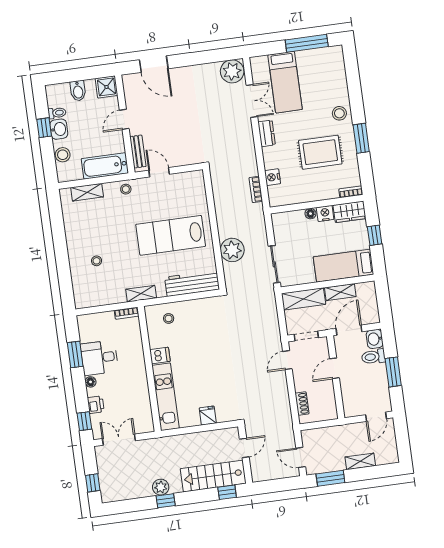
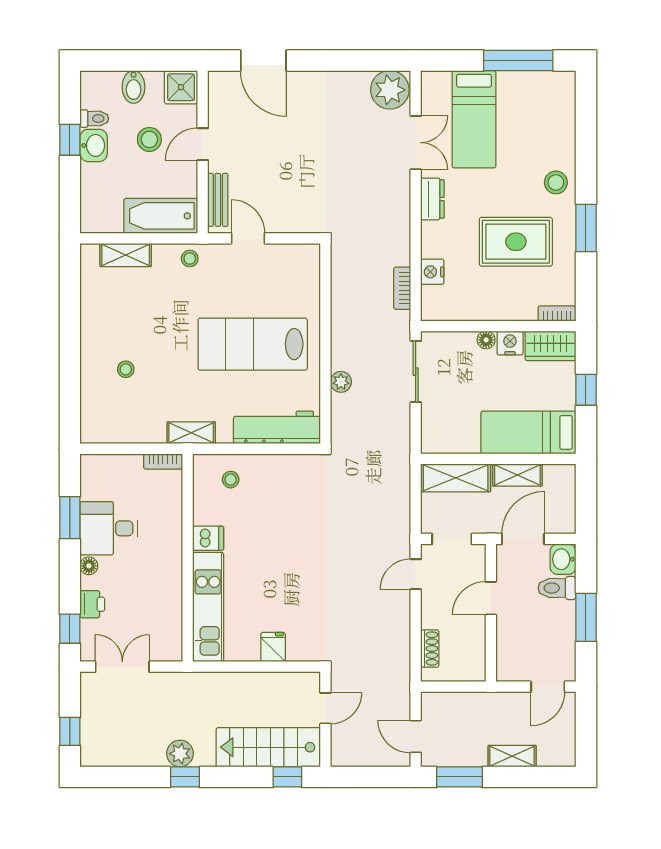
stool: (63, 155) -> (149, 139), moved
plant: (232, 250) -> (341, 382), width x0.53, depth x0.53
sliding door: (274, 264) -> (416, 372), moved

